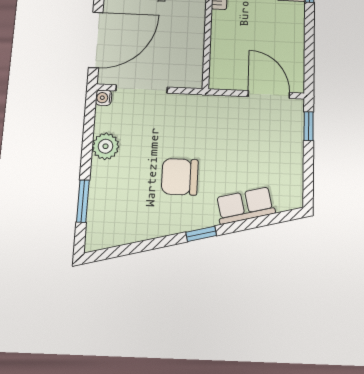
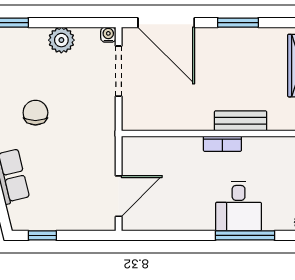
window: (309, 126) -> (42, 235), moved
chair: (180, 177) -> (35, 113), width x0.73, depth x0.73

